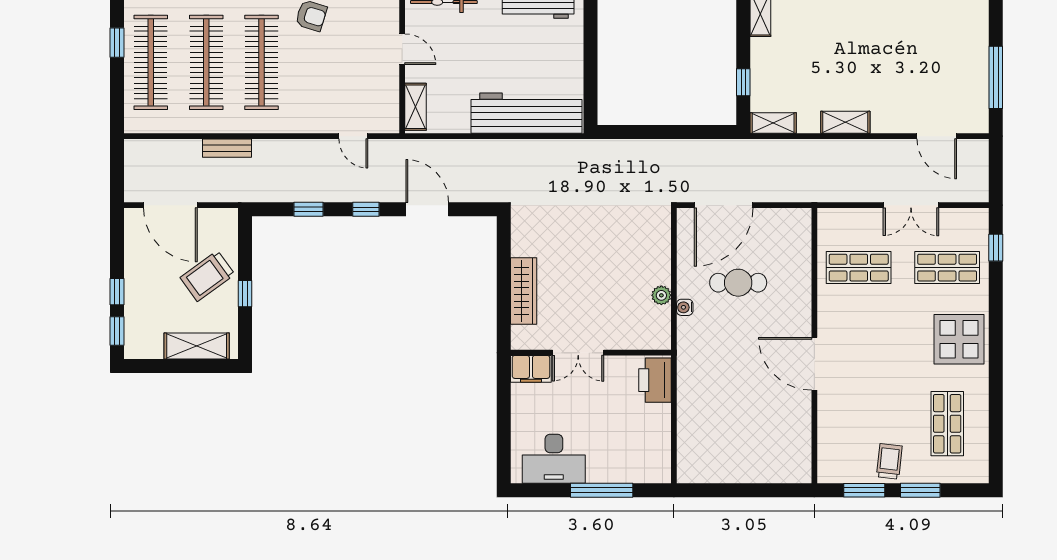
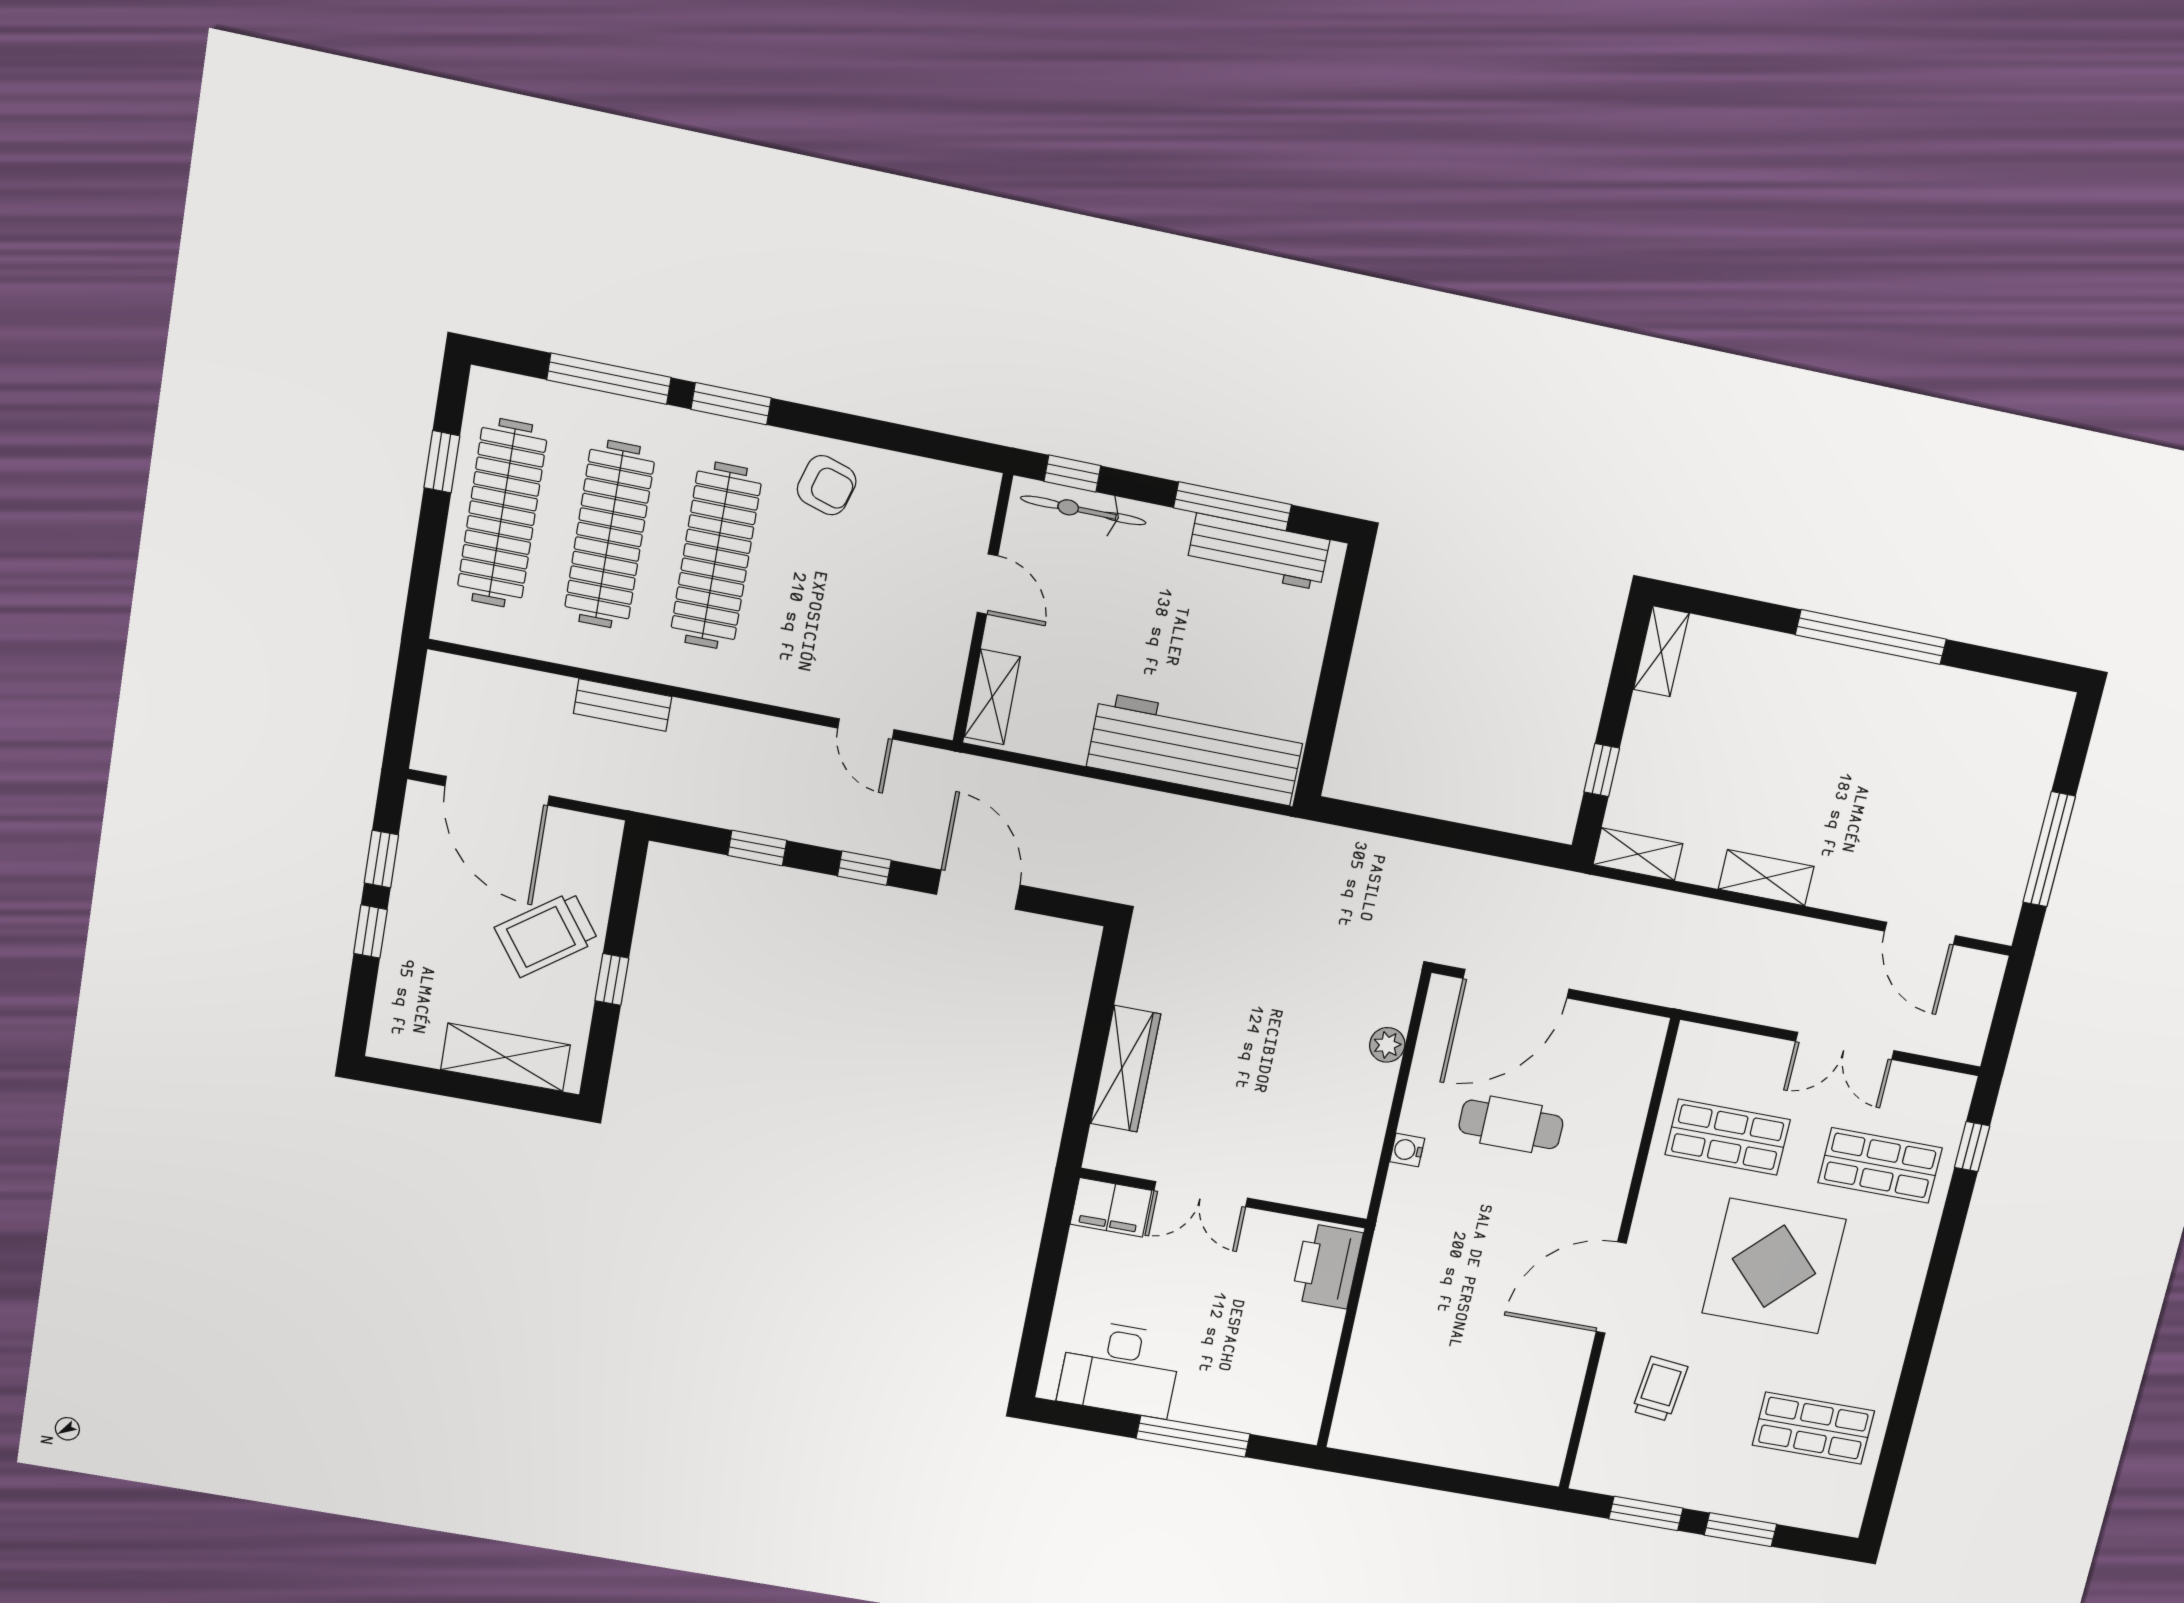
plant: (661, 295) -> (1387, 1045), moved
window: (117, 331) -> (381, 859), moved
display table: (959, 339) -> (1774, 1266), moved, width x1.36, depth x1.36
door: (814, 364) -> (1611, 1288), hinge flipped
shop shelf: (947, 424) -> (1813, 1428), turned 90
trolley: (889, 461) -> (1660, 1389), moved

